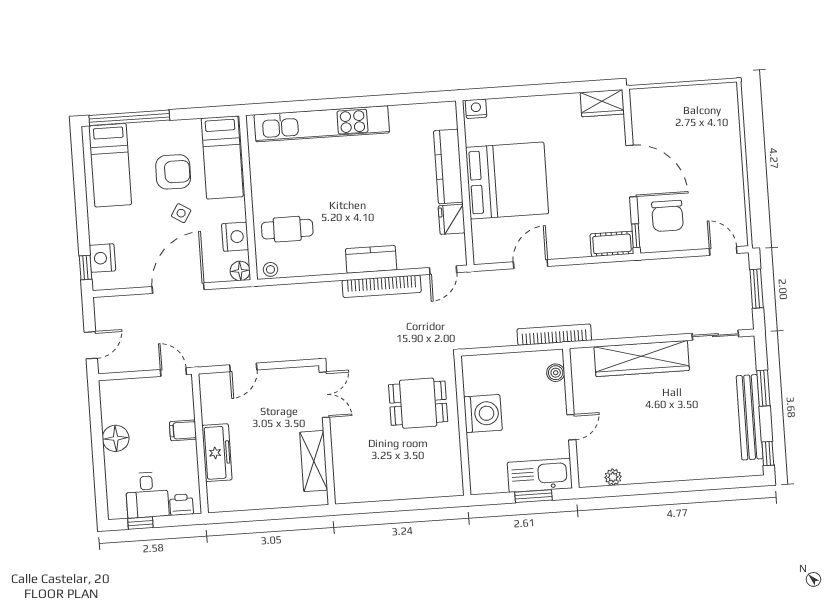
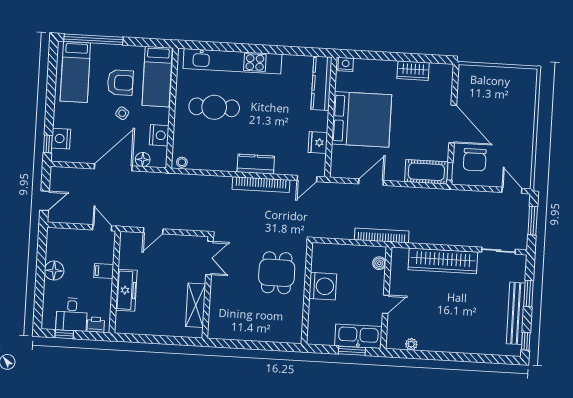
wardrobe: (602, 103) -> (413, 71), moved
kitchen counter: (448, 166) -> (321, 83), moved
cafe table: (287, 229) -> (214, 107), moved, width x1.37, depth x1.35
cot: (612, 244) -> (426, 172), width x1.37, depth x1.34
floor lamp: (240, 271) -> (143, 159), moved
dining table: (418, 403) -> (277, 273), turned 90

